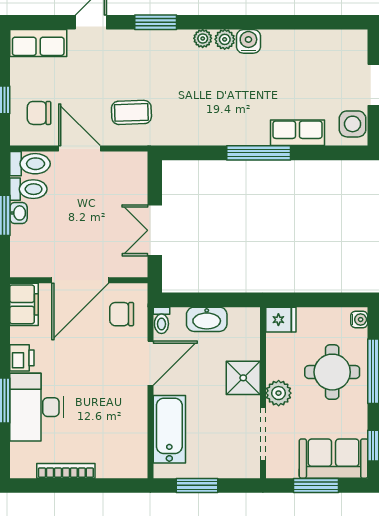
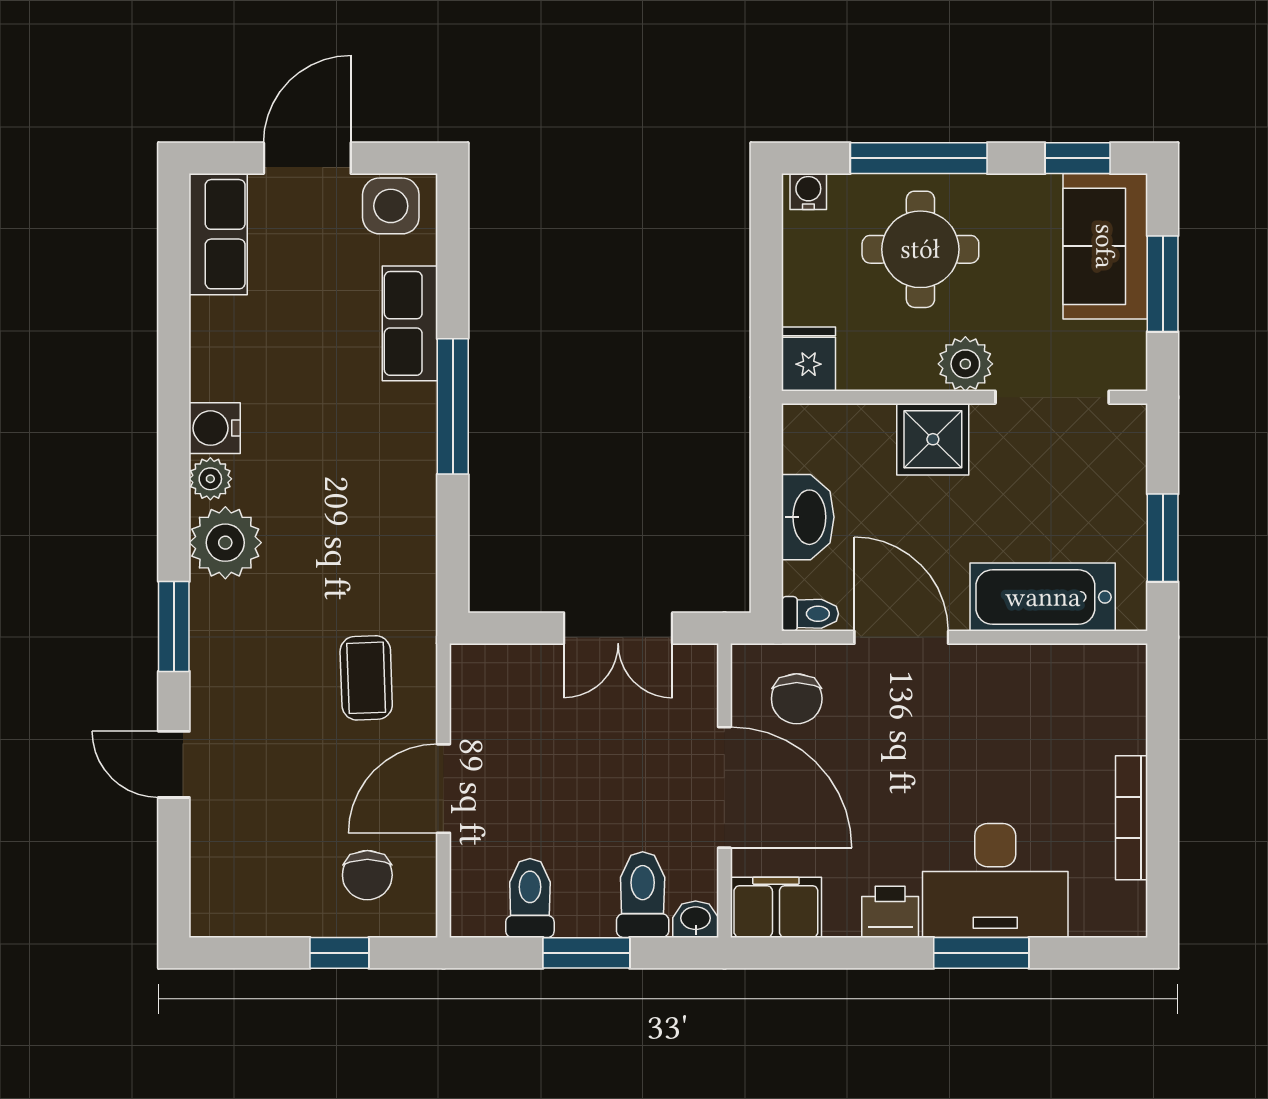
plant: (203, 38) -> (225, 543), width x1.87, depth x1.87
row of seats: (38, 43) -> (218, 234), moved
toilet: (30, 164) -> (643, 895), moved
washbasin: (18, 213) -> (696, 919), moved

